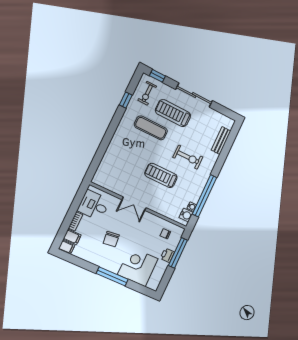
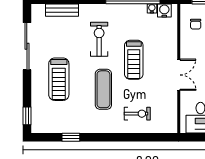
exercise bike: (147, 93) -> (137, 114), moved
sliding door: (194, 95) -> (27, 46), moved
exercise mat: (151, 128) -> (103, 89), moved

